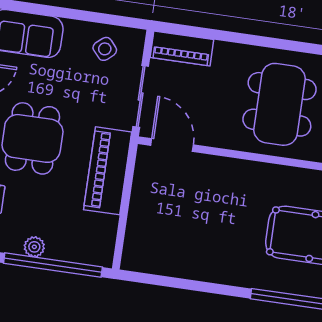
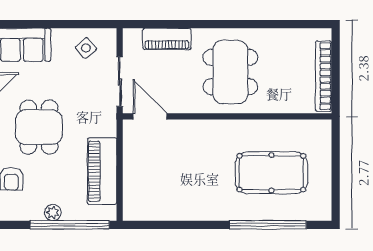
piano: (182, 49) -> (167, 39), moved
piano: (108, 171) -> (102, 171), moved

